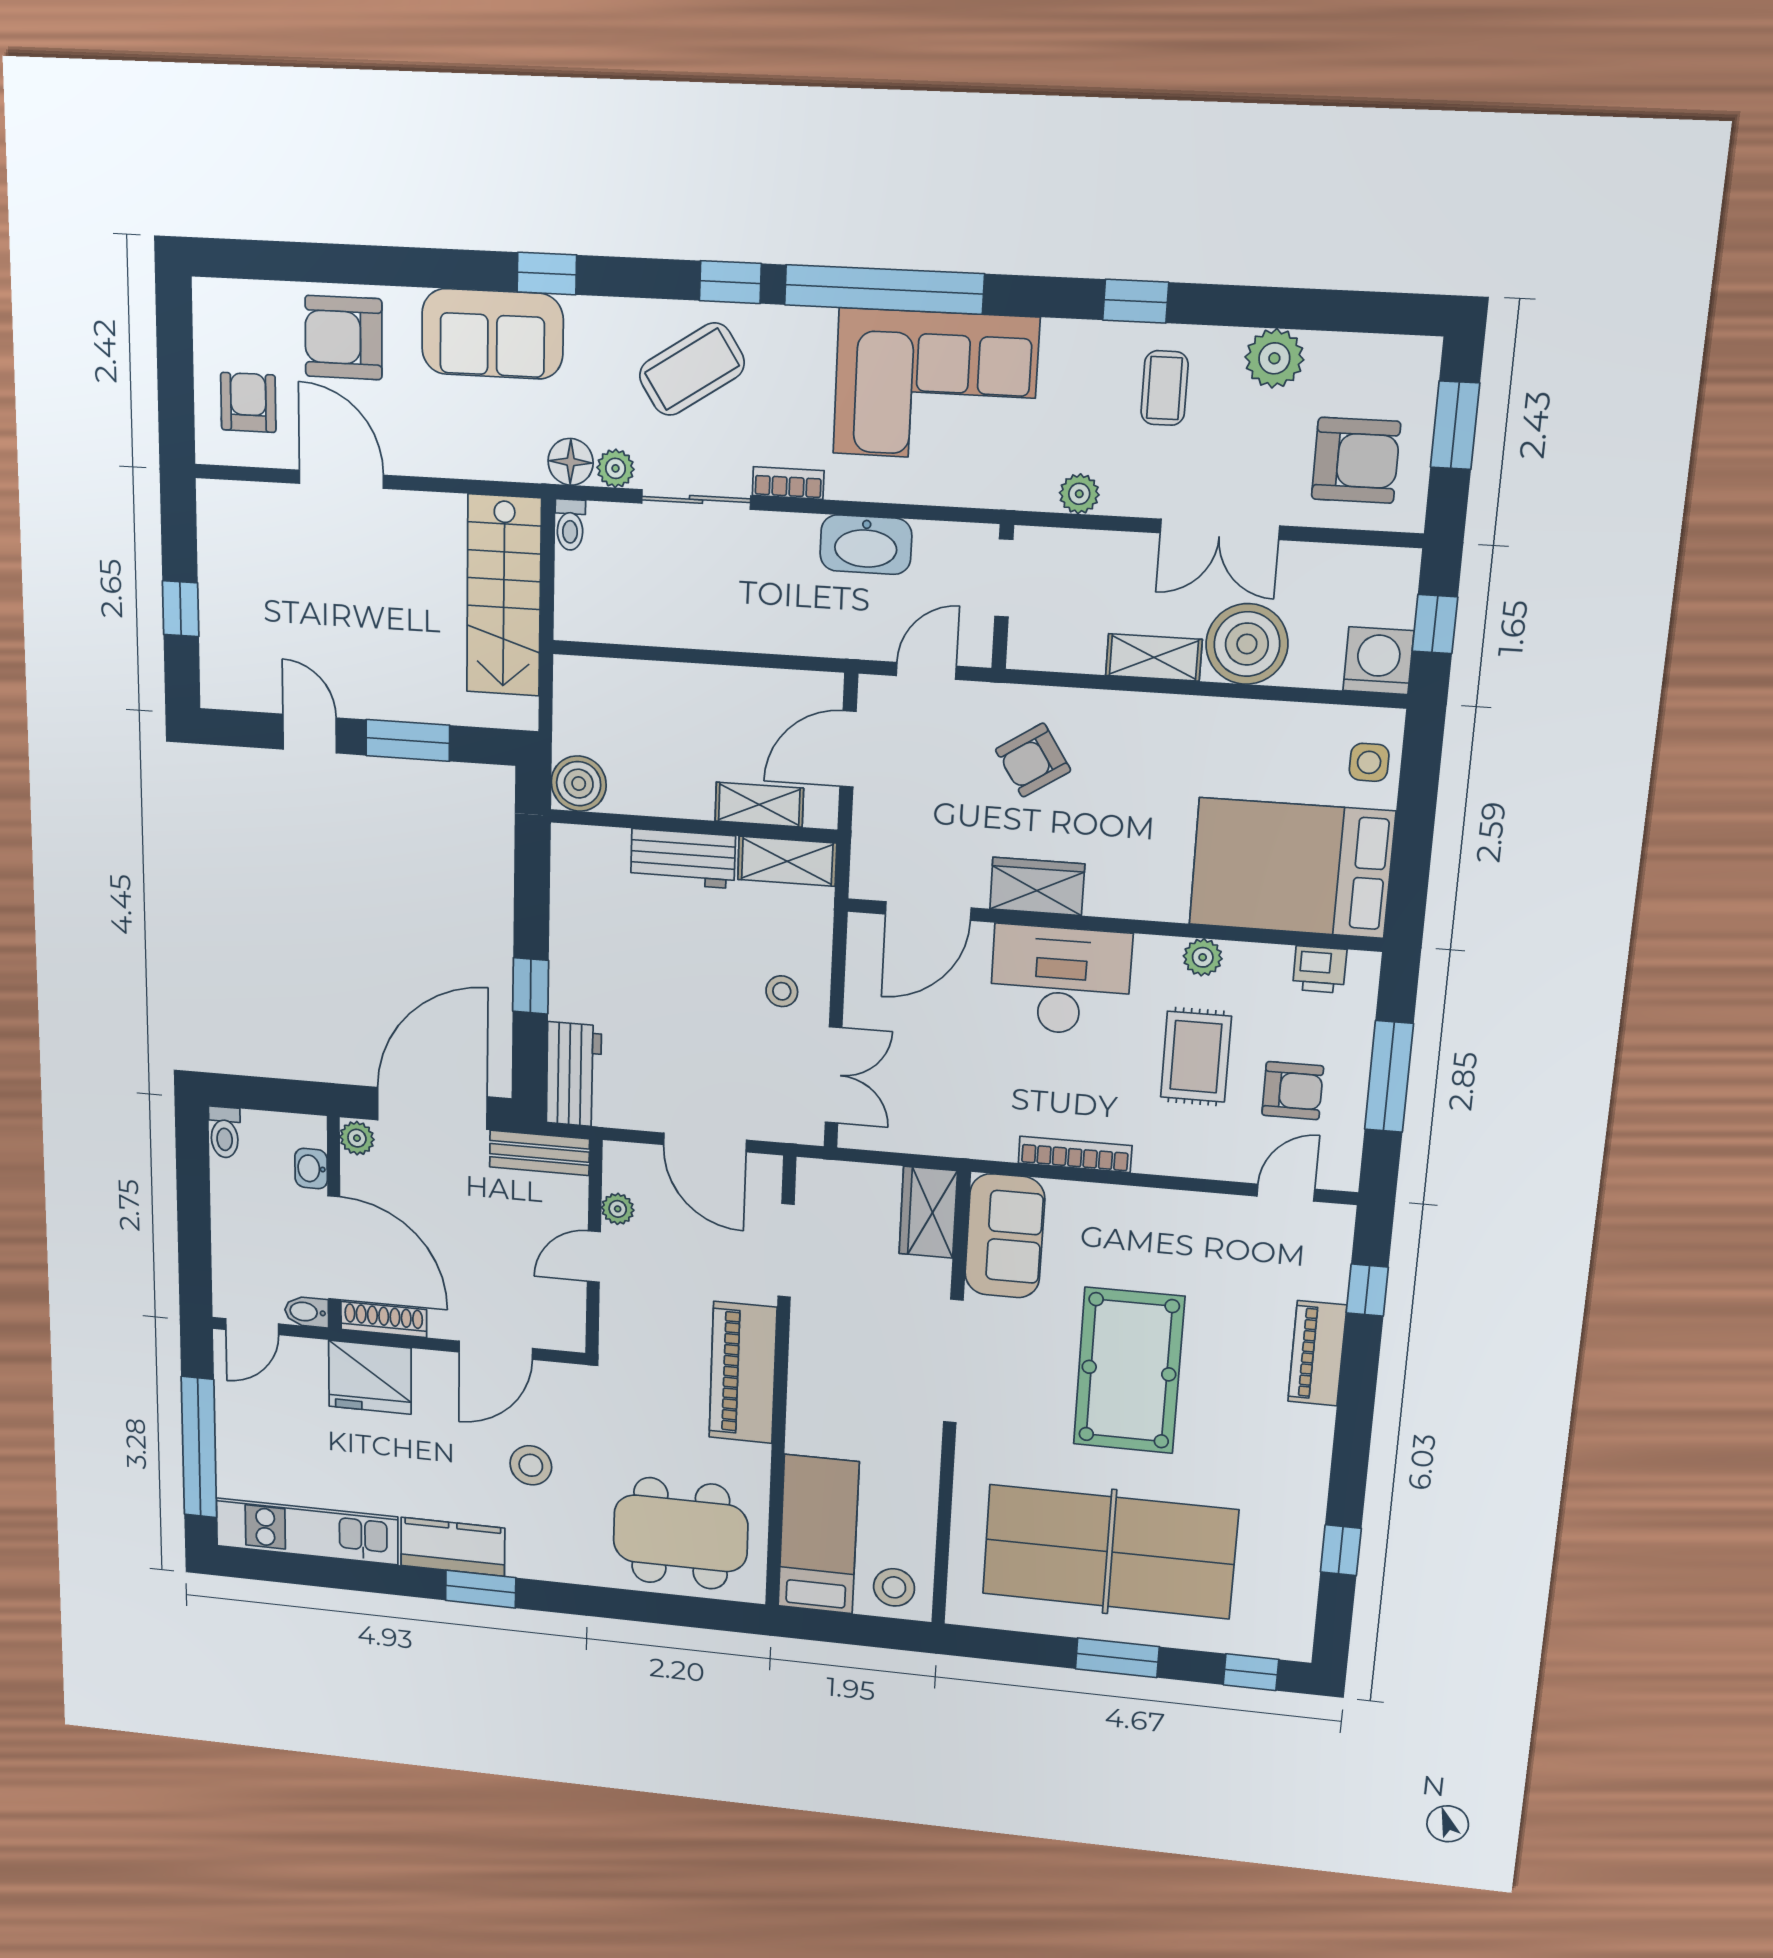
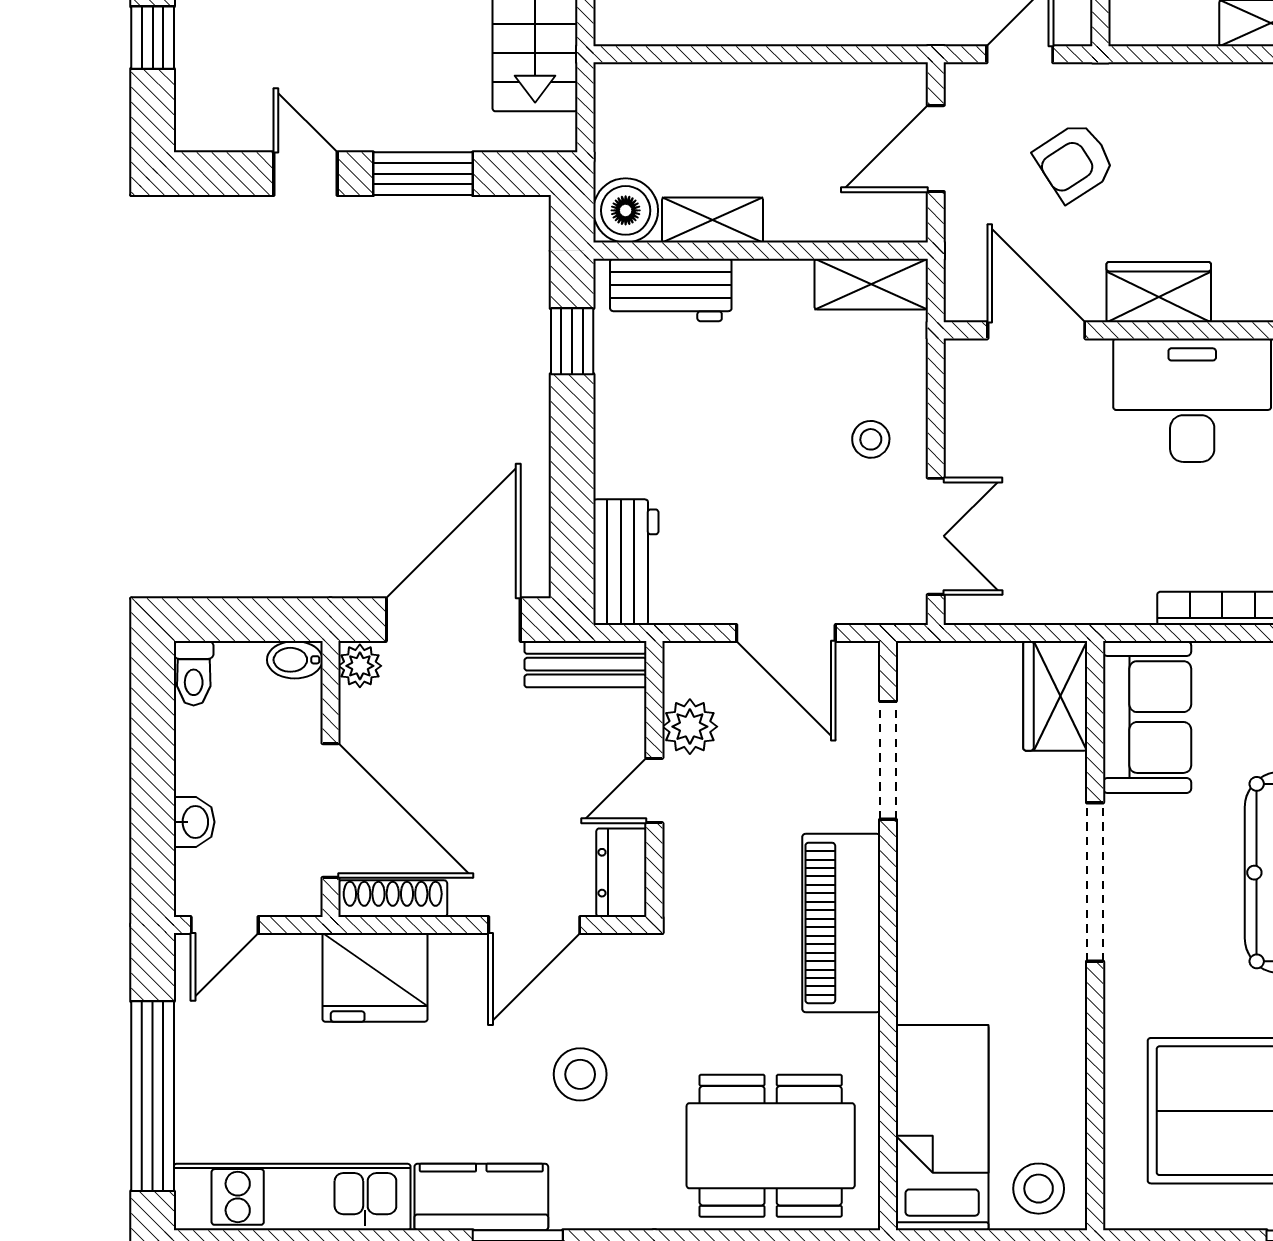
armchair: (1033, 760) -> (1075, 162), moved
shelving: (759, 805) -> (713, 220), moved
workbench: (683, 859) -> (671, 290), moved
door: (928, 911) -> (1036, 330), swing flipped
window: (531, 986) -> (572, 341), moved
washbasin: (311, 1168) -> (194, 822), moved, turned 180
plant: (618, 1209) -> (690, 727), width x1.38, depth x1.38
bidet: (307, 1312) -> (295, 660), moved
dresser: (566, 1317) -> (621, 873), added

